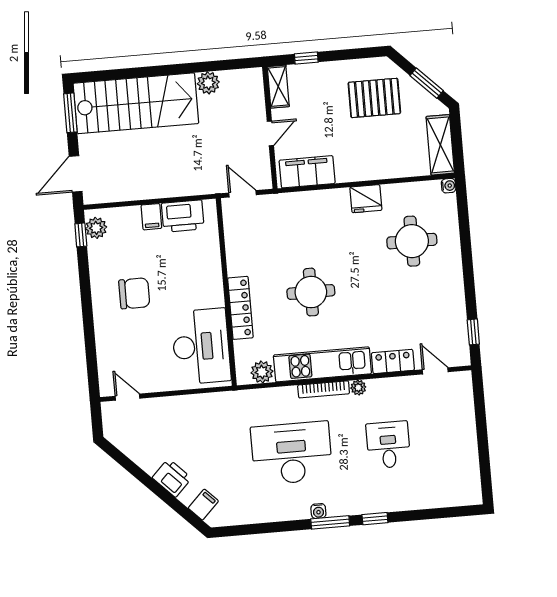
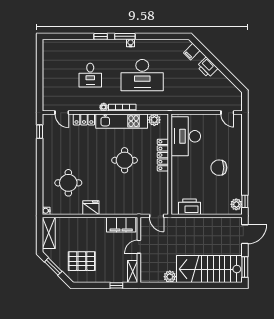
filing cabinet: (151, 217) -> (206, 208), removed

